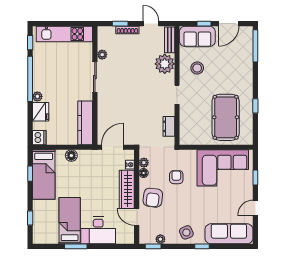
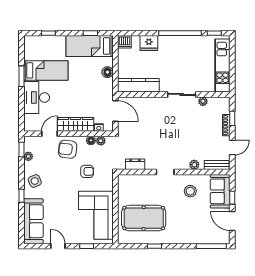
plant: (165, 64) -> (194, 165), width x0.53, depth x0.53
plant: (37, 96) -> (163, 40), removed

